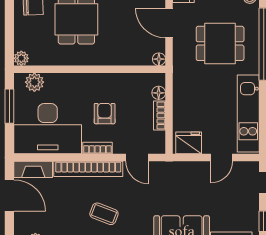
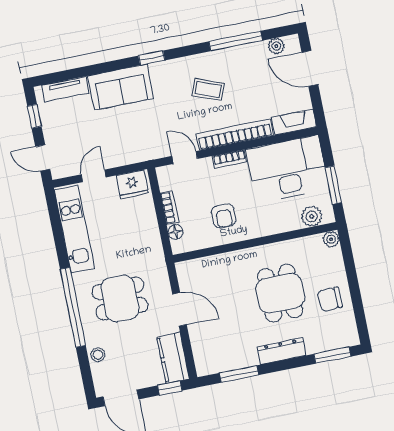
floor lamp: (159, 59) -> (182, 268), removed
armchair: (105, 114) -> (224, 216), moved
door: (9, 195) -> (310, 68), moved

